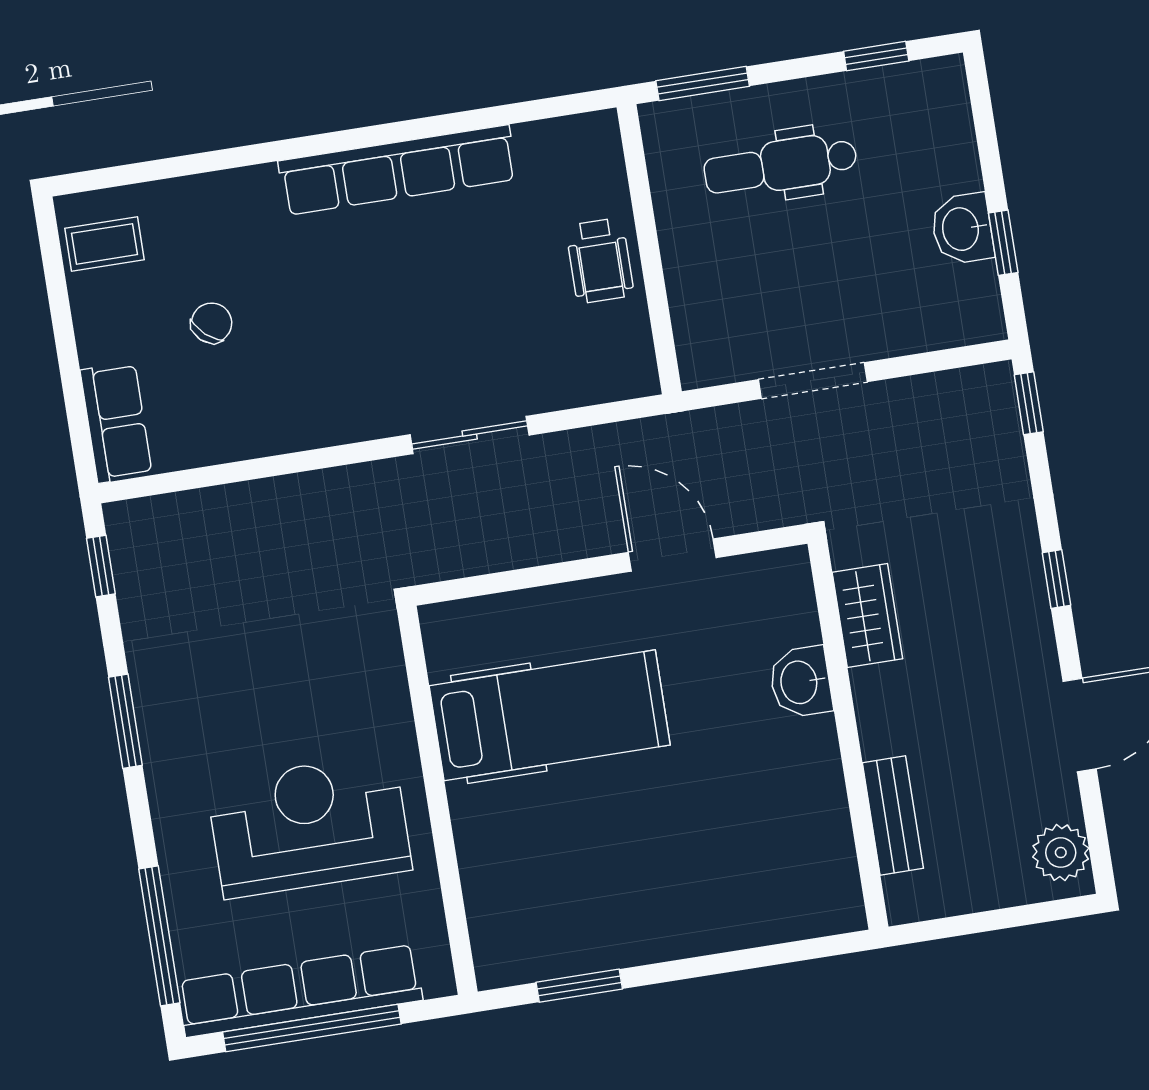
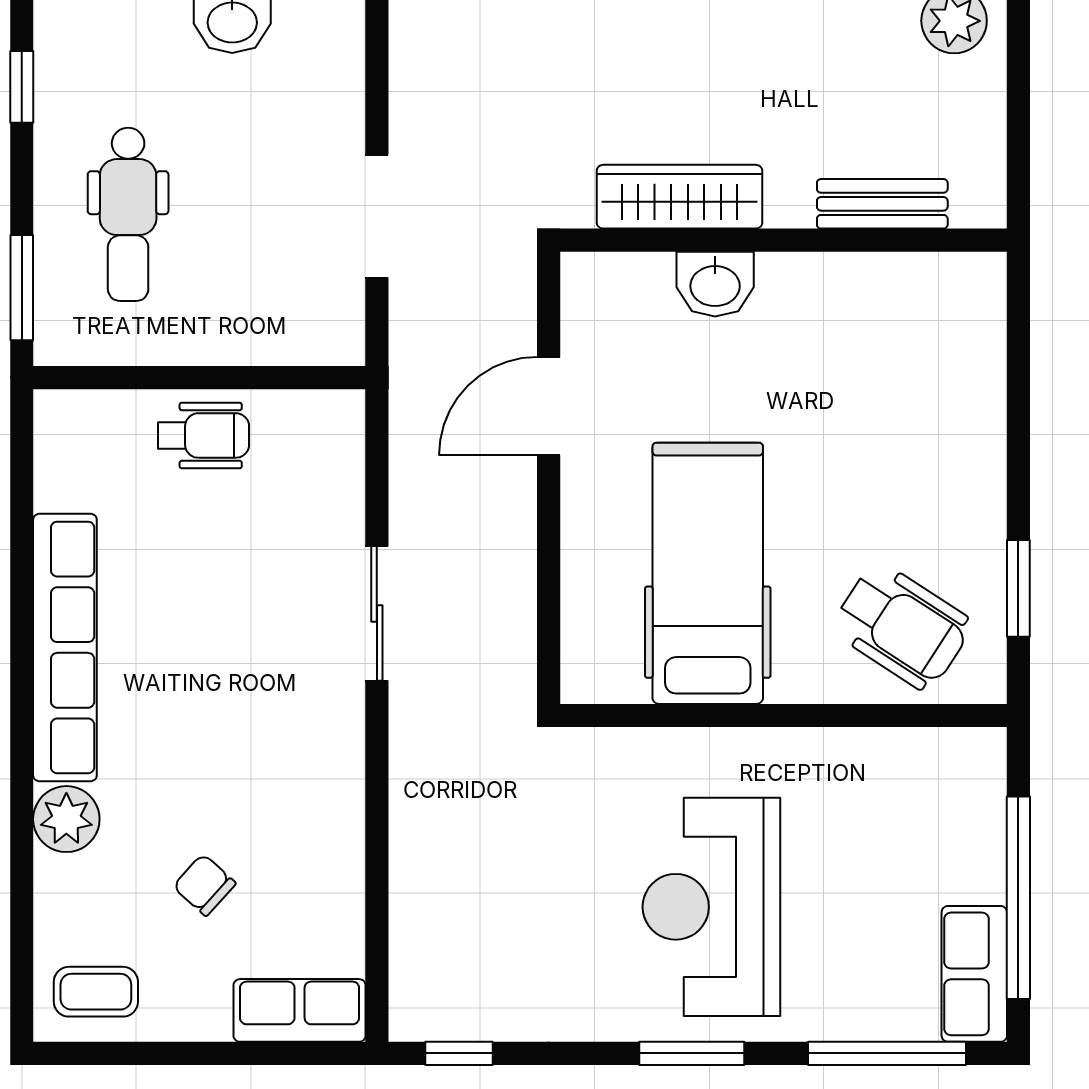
plant: (250, 195) -> (66, 819), added
coffee table: (104, 244) -> (96, 992), turned 90
wardrobe: (867, 616) -> (680, 197), width x1.50
window: (125, 721) -> (692, 1053), moved
reception desk: (309, 826) -> (711, 907), moved
wheelchair: (530, 890) -> (902, 626), added
row of seats: (300, 991) -> (974, 974), width x0.50

